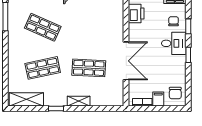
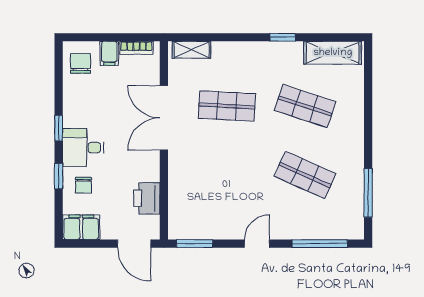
shop shelf: (43, 68) -> (305, 106), turned 30
shelving: (79, 101) -> (191, 50), moved

